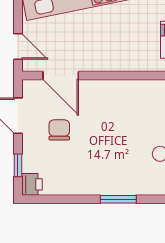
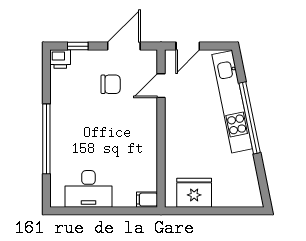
door: (61, 75) -> (161, 86), width x0.73
window: (118, 199) -> (46, 139), width x2.11

